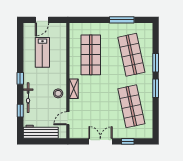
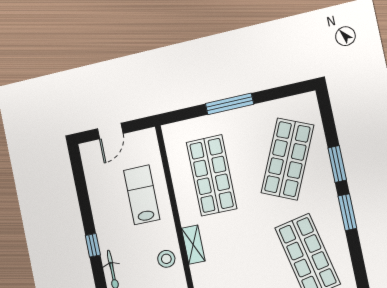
window: (122, 20) -> (229, 104), moved
lab bench: (42, 52) -> (142, 195), moved, turned 180
shop shelf: (131, 55) -> (287, 159), turned 36

